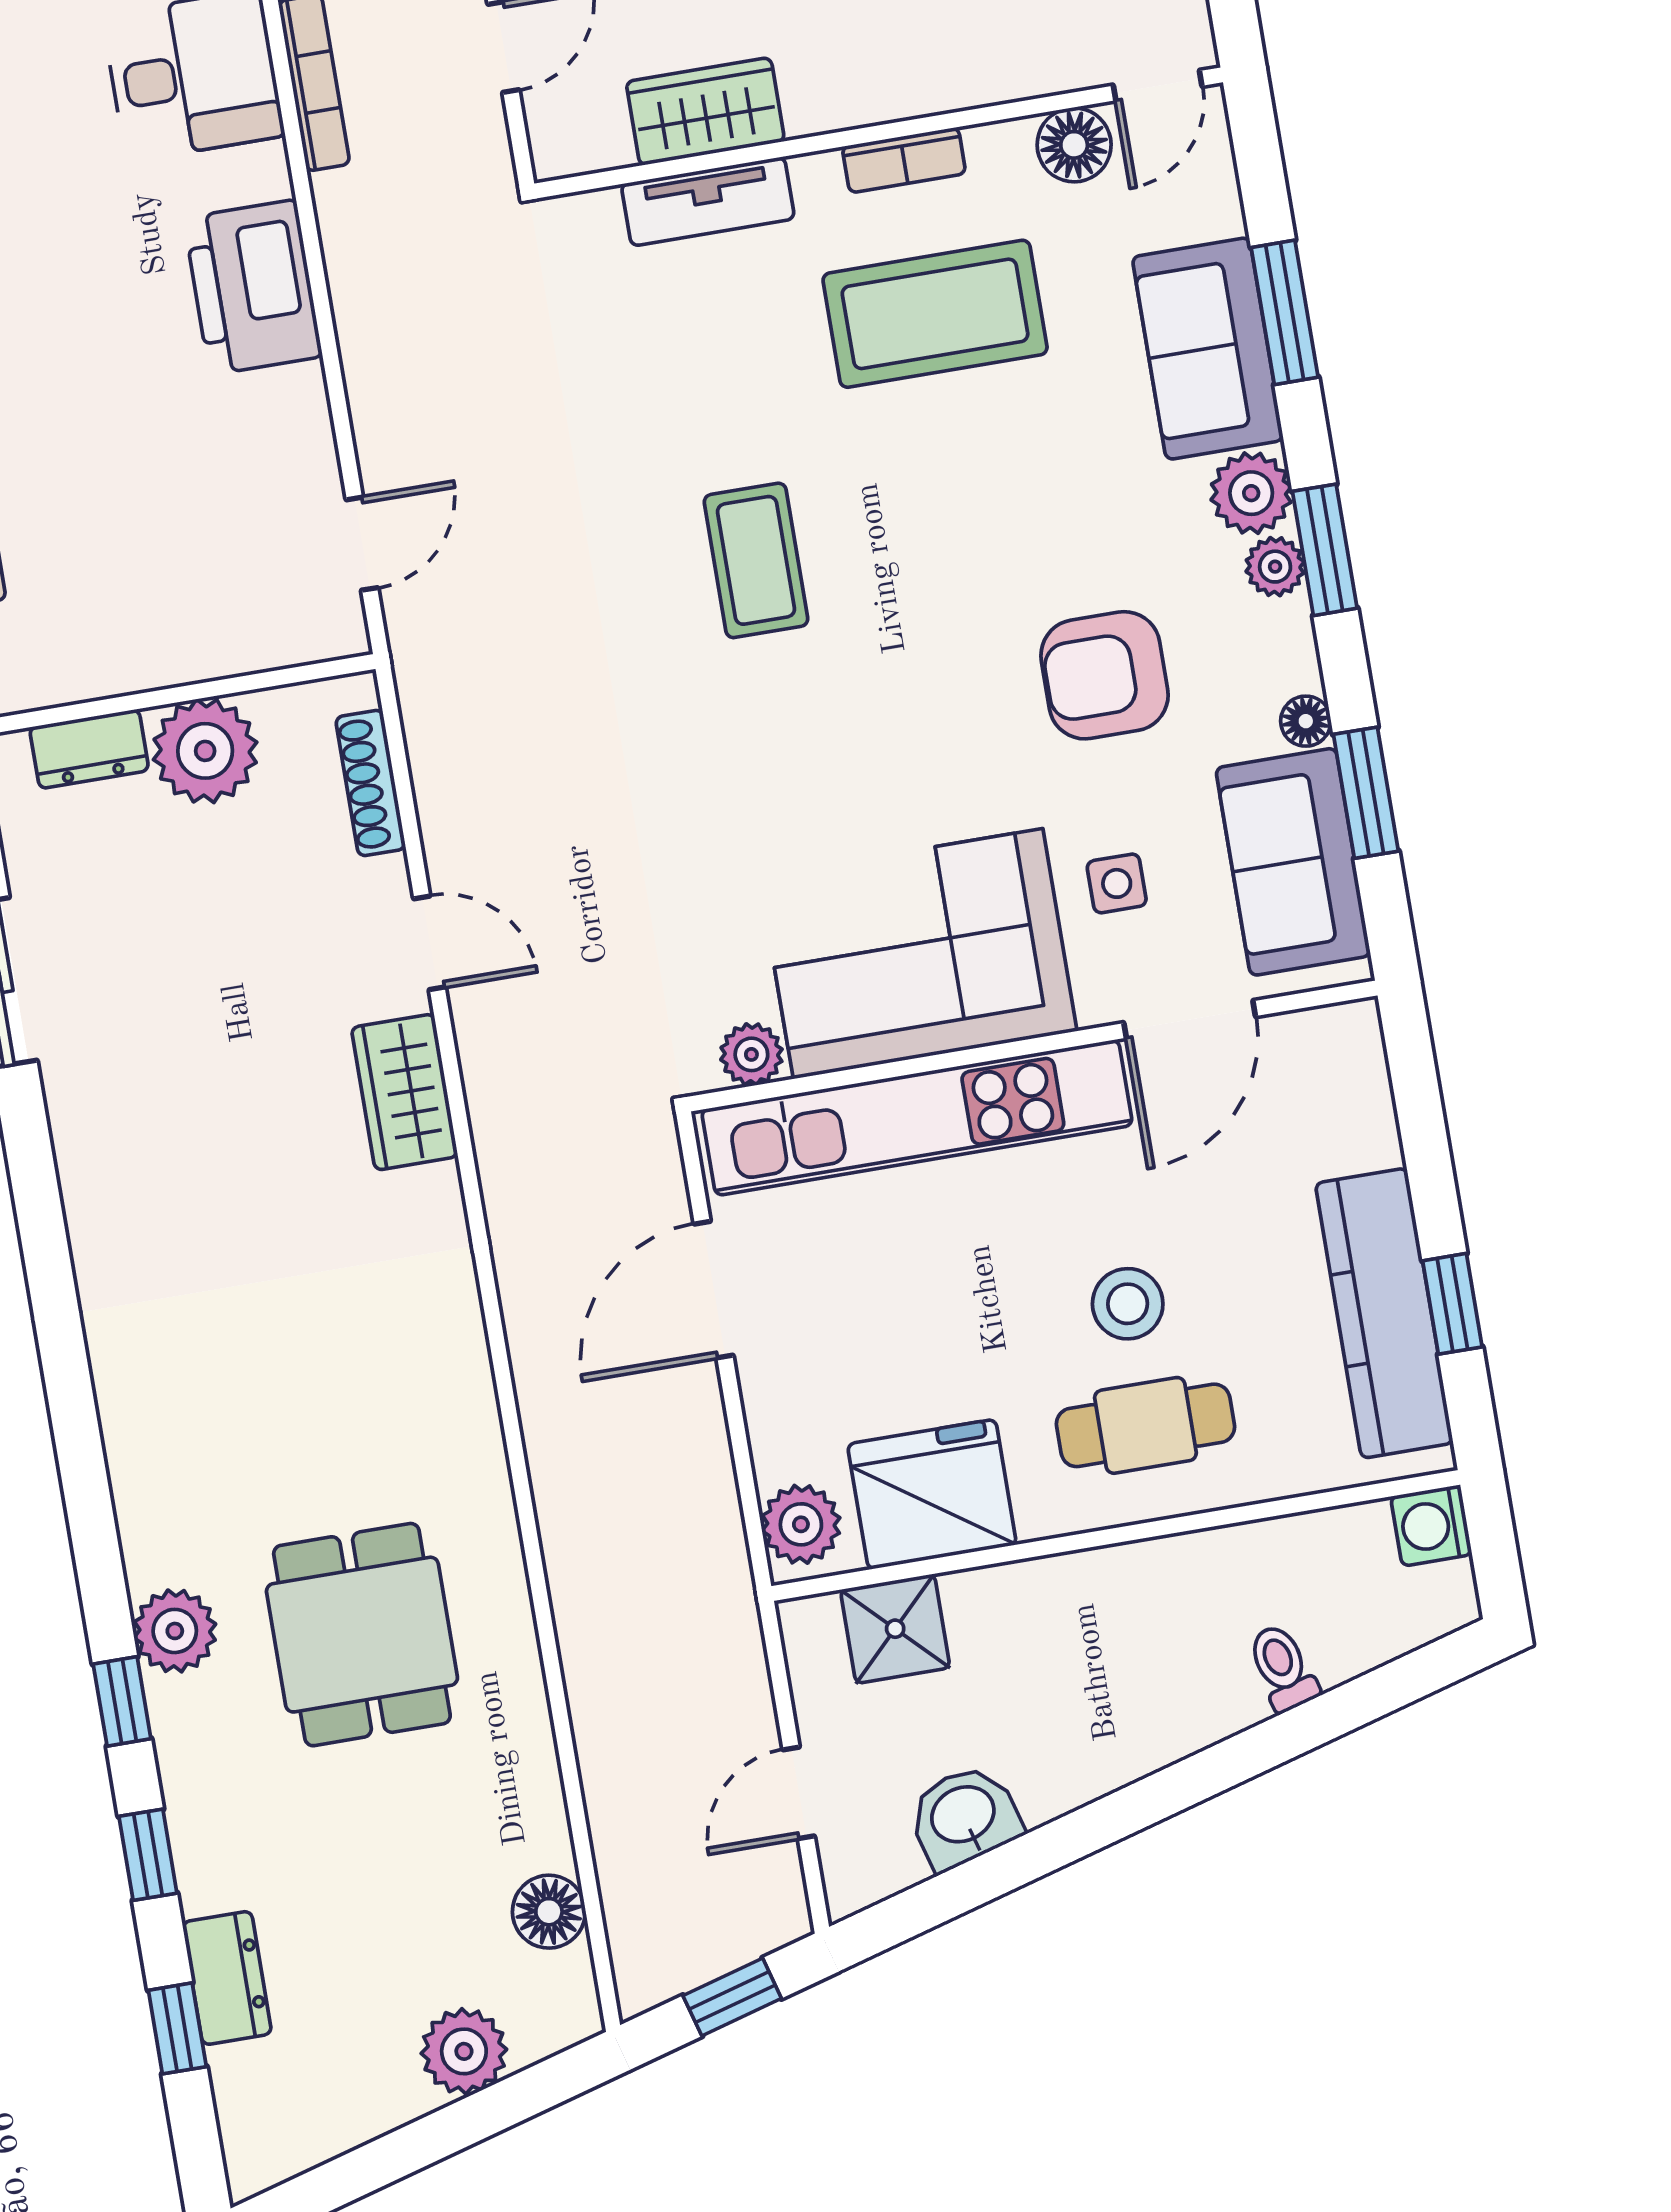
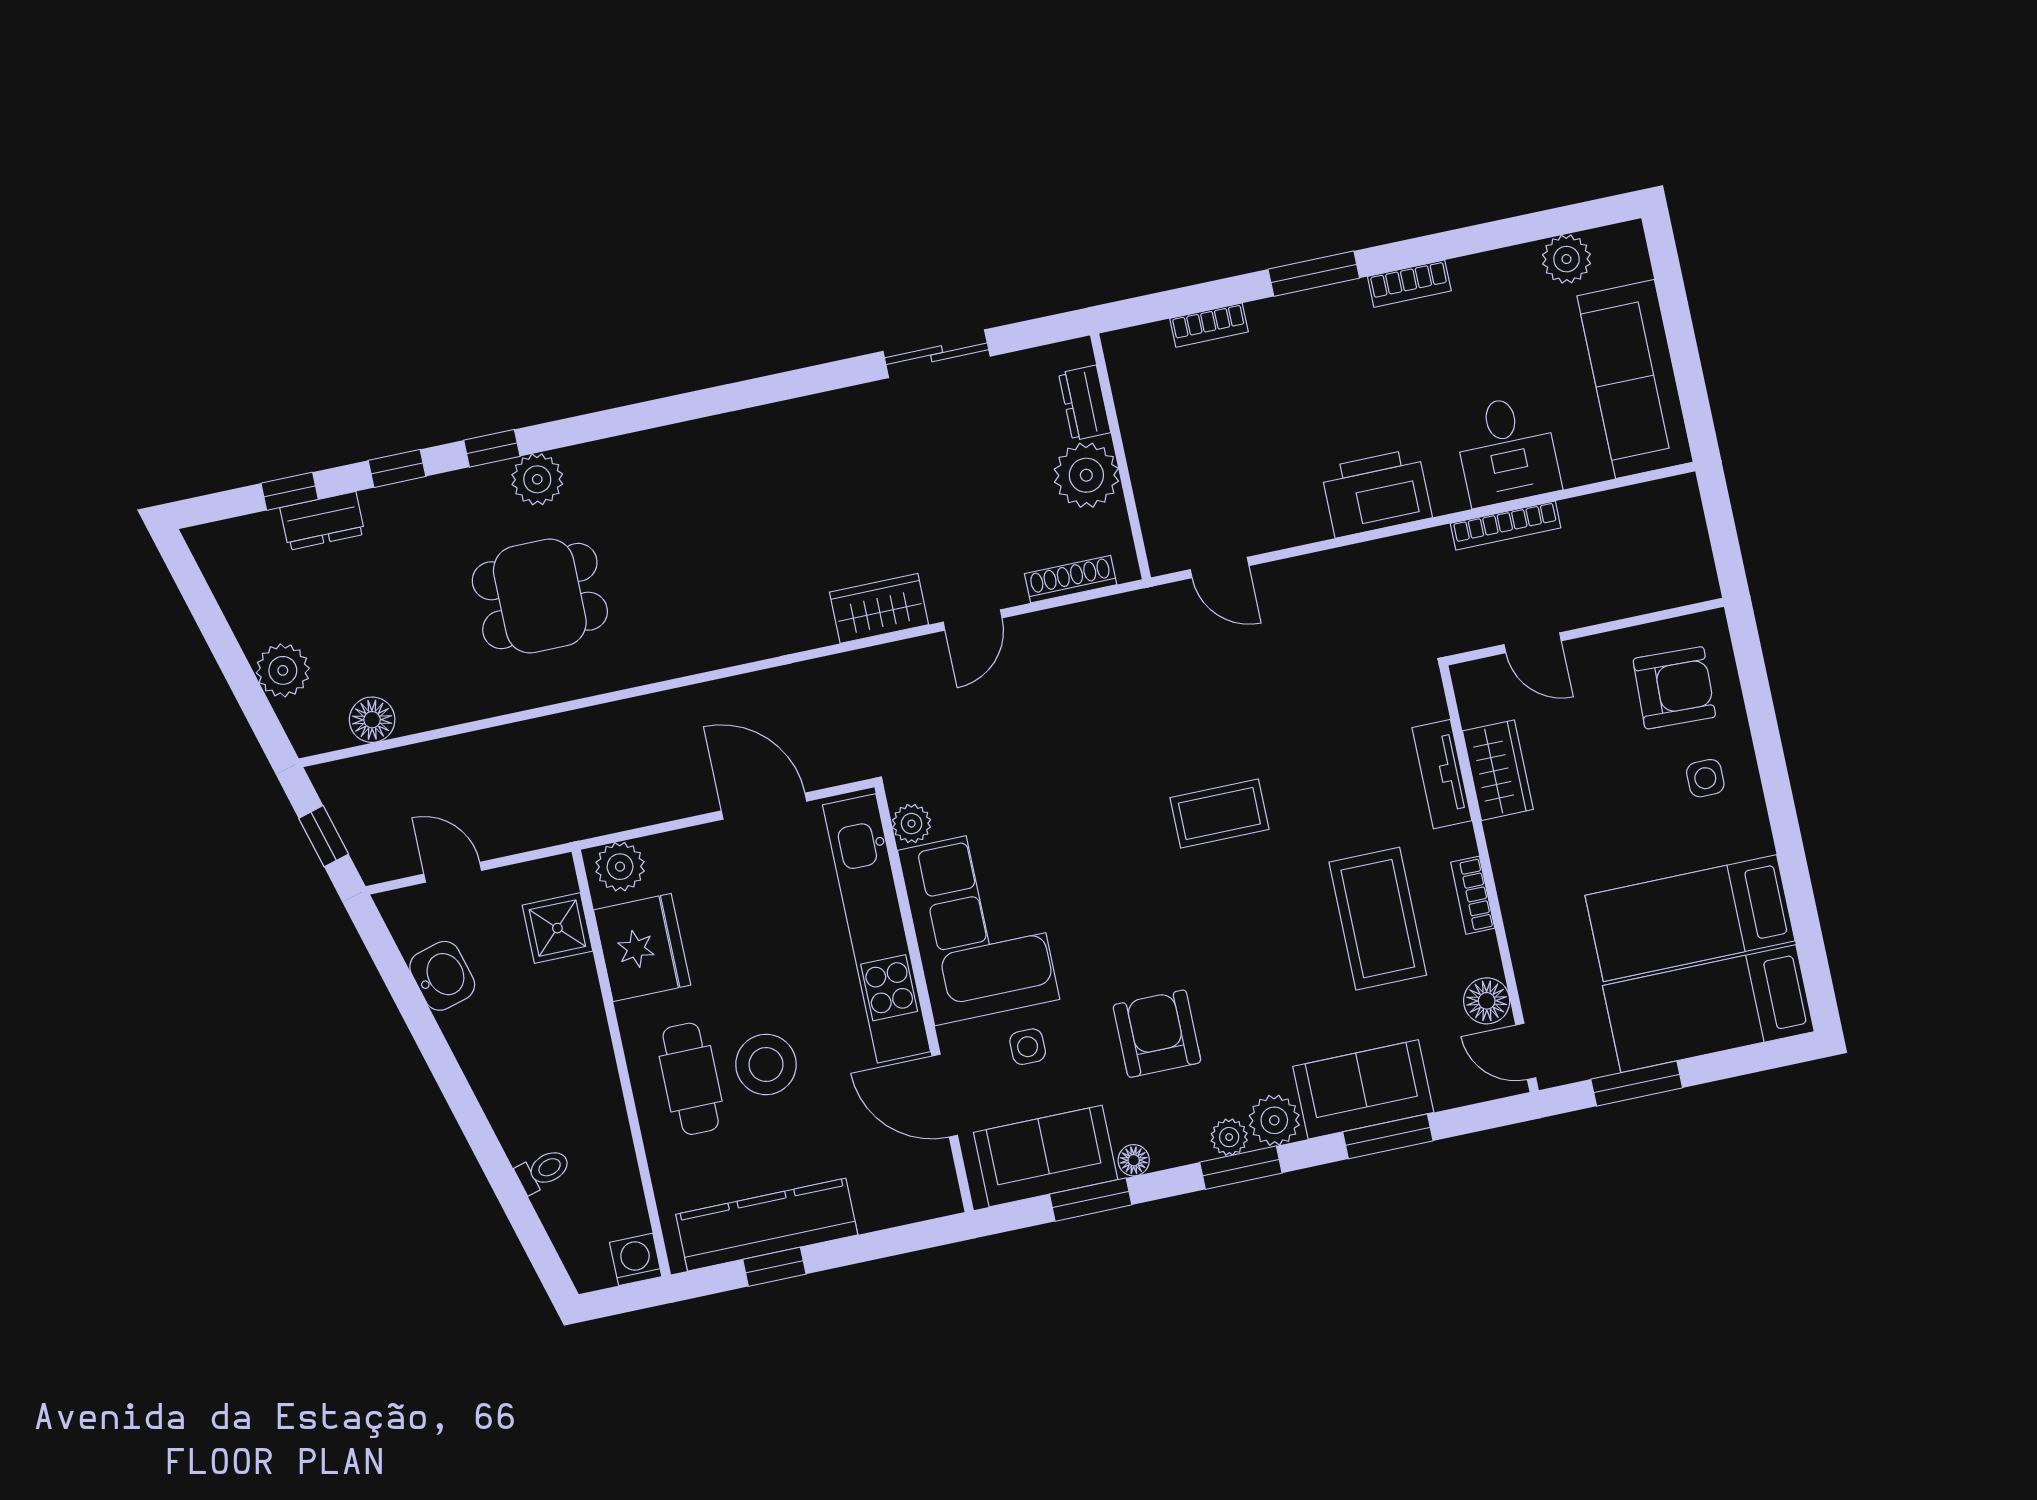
stool: (1128, 1304) -> (766, 1064), width x1.38, depth x1.38

